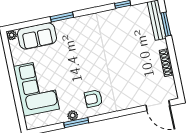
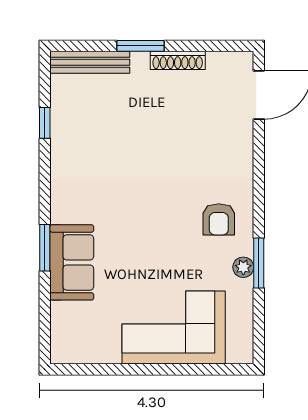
window: (166, 24) -> (140, 46), moved
plant: (12, 35) -> (60, 354), removed
sofa: (37, 36) -> (72, 262), moved

